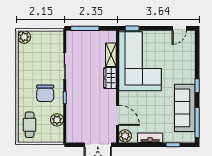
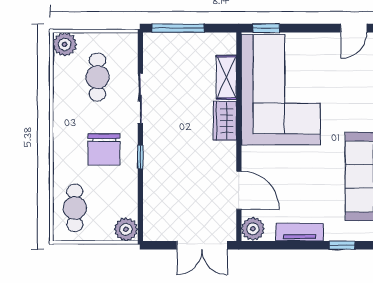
cafe table: (42, 55) -> (98, 77), added
plant: (57, 120) -> (126, 229), moved

